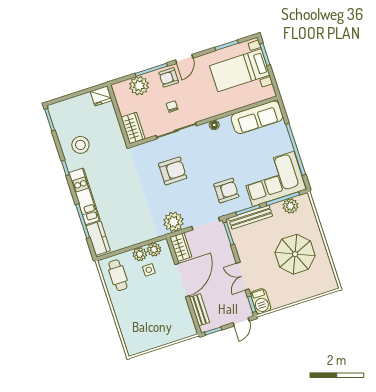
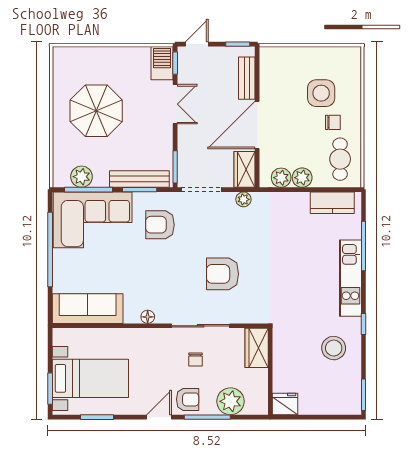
plant: (173, 222) -> (243, 199), width x0.53, depth x0.53
kitchen counter: (98, 238) -> (332, 203), moved, turned -90
side table: (149, 270) -> (321, 93), moved, width x1.87, depth x1.87
chair: (131, 299) -> (333, 122), added

